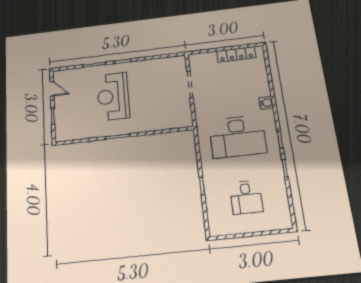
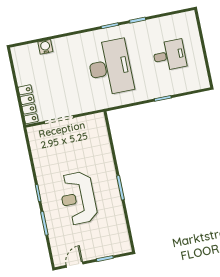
locker: (236, 54) -> (28, 104), moved
reception desk: (113, 96) -> (78, 198), turned 90
water cooler: (266, 103) -> (45, 47), moved

